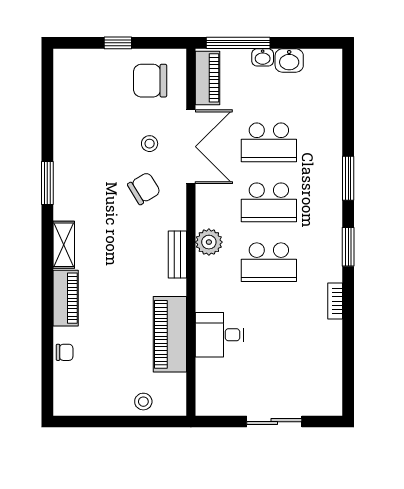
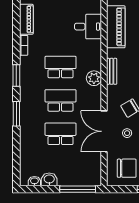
washbasin: (263, 57) -> (34, 181), moved
piano: (208, 78) -> (26, 19), moved, turned 180

